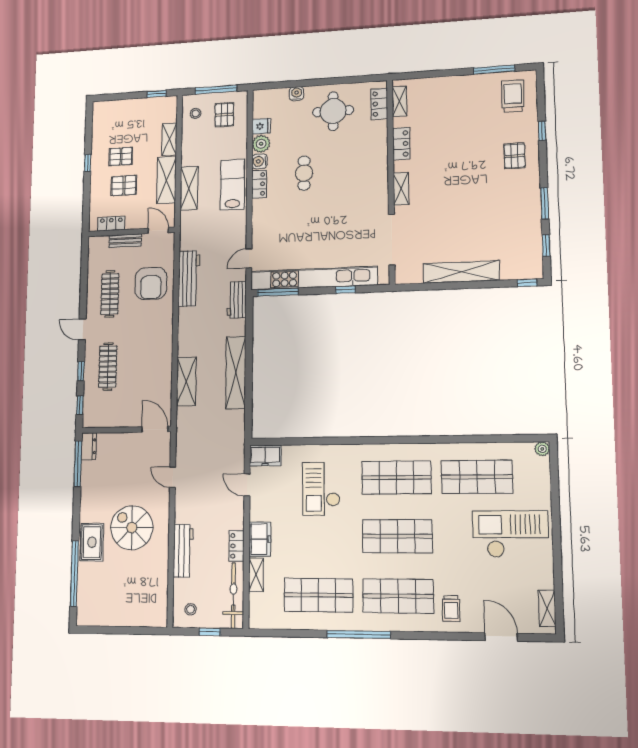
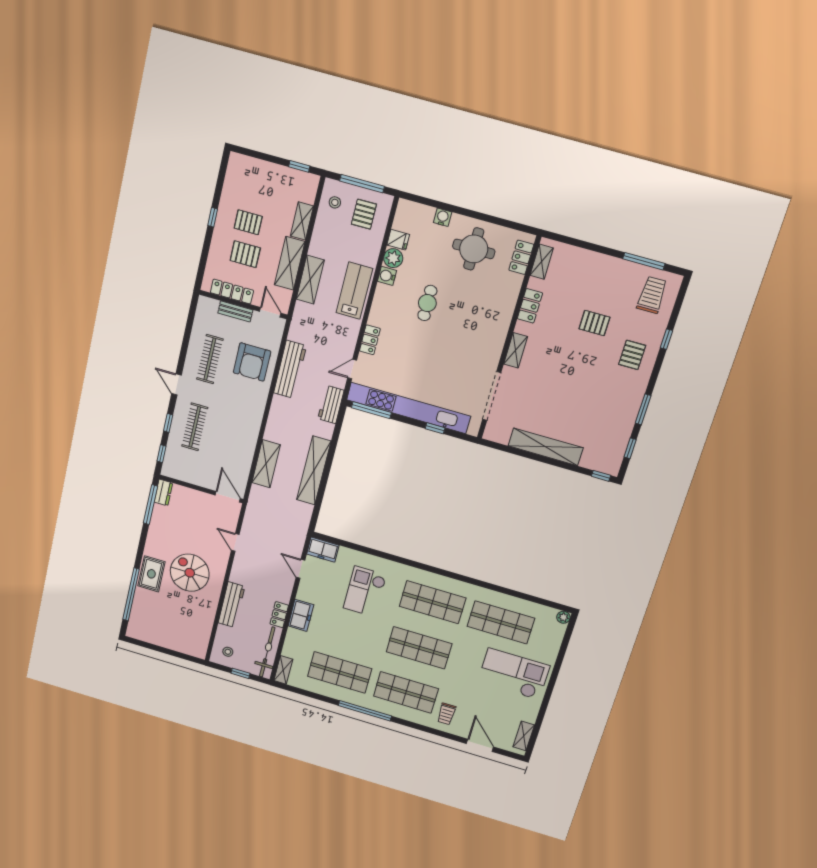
pallet: (468, 139) -> (594, 323), added
locker: (259, 184) -> (370, 340), moved
locker: (111, 224) -> (232, 292), width x1.53
shelving: (256, 575) -> (283, 670), moved

